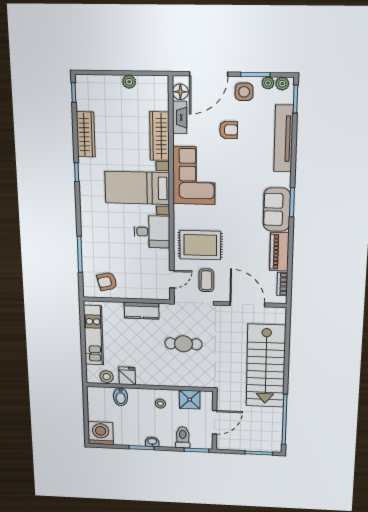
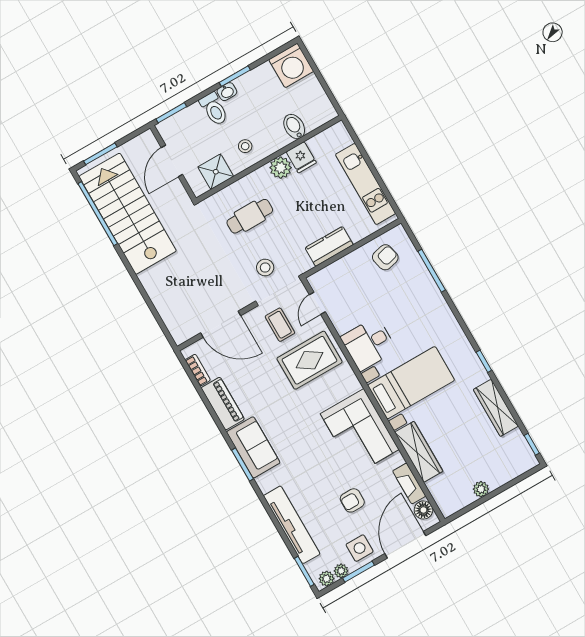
cafe table: (183, 344) -> (250, 216), moved
stairs: (266, 366) -> (128, 214), moved
stool: (107, 377) -> (265, 267), moved
plant: (145, 378) -> (281, 168), added
toilet: (183, 437) -> (214, 109), moved

